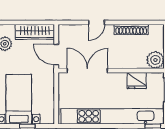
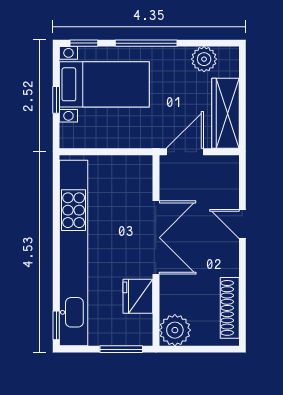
shoe rack: (131, 30) -> (230, 308), moved
double door: (87, 71) -> (156, 238), moved

